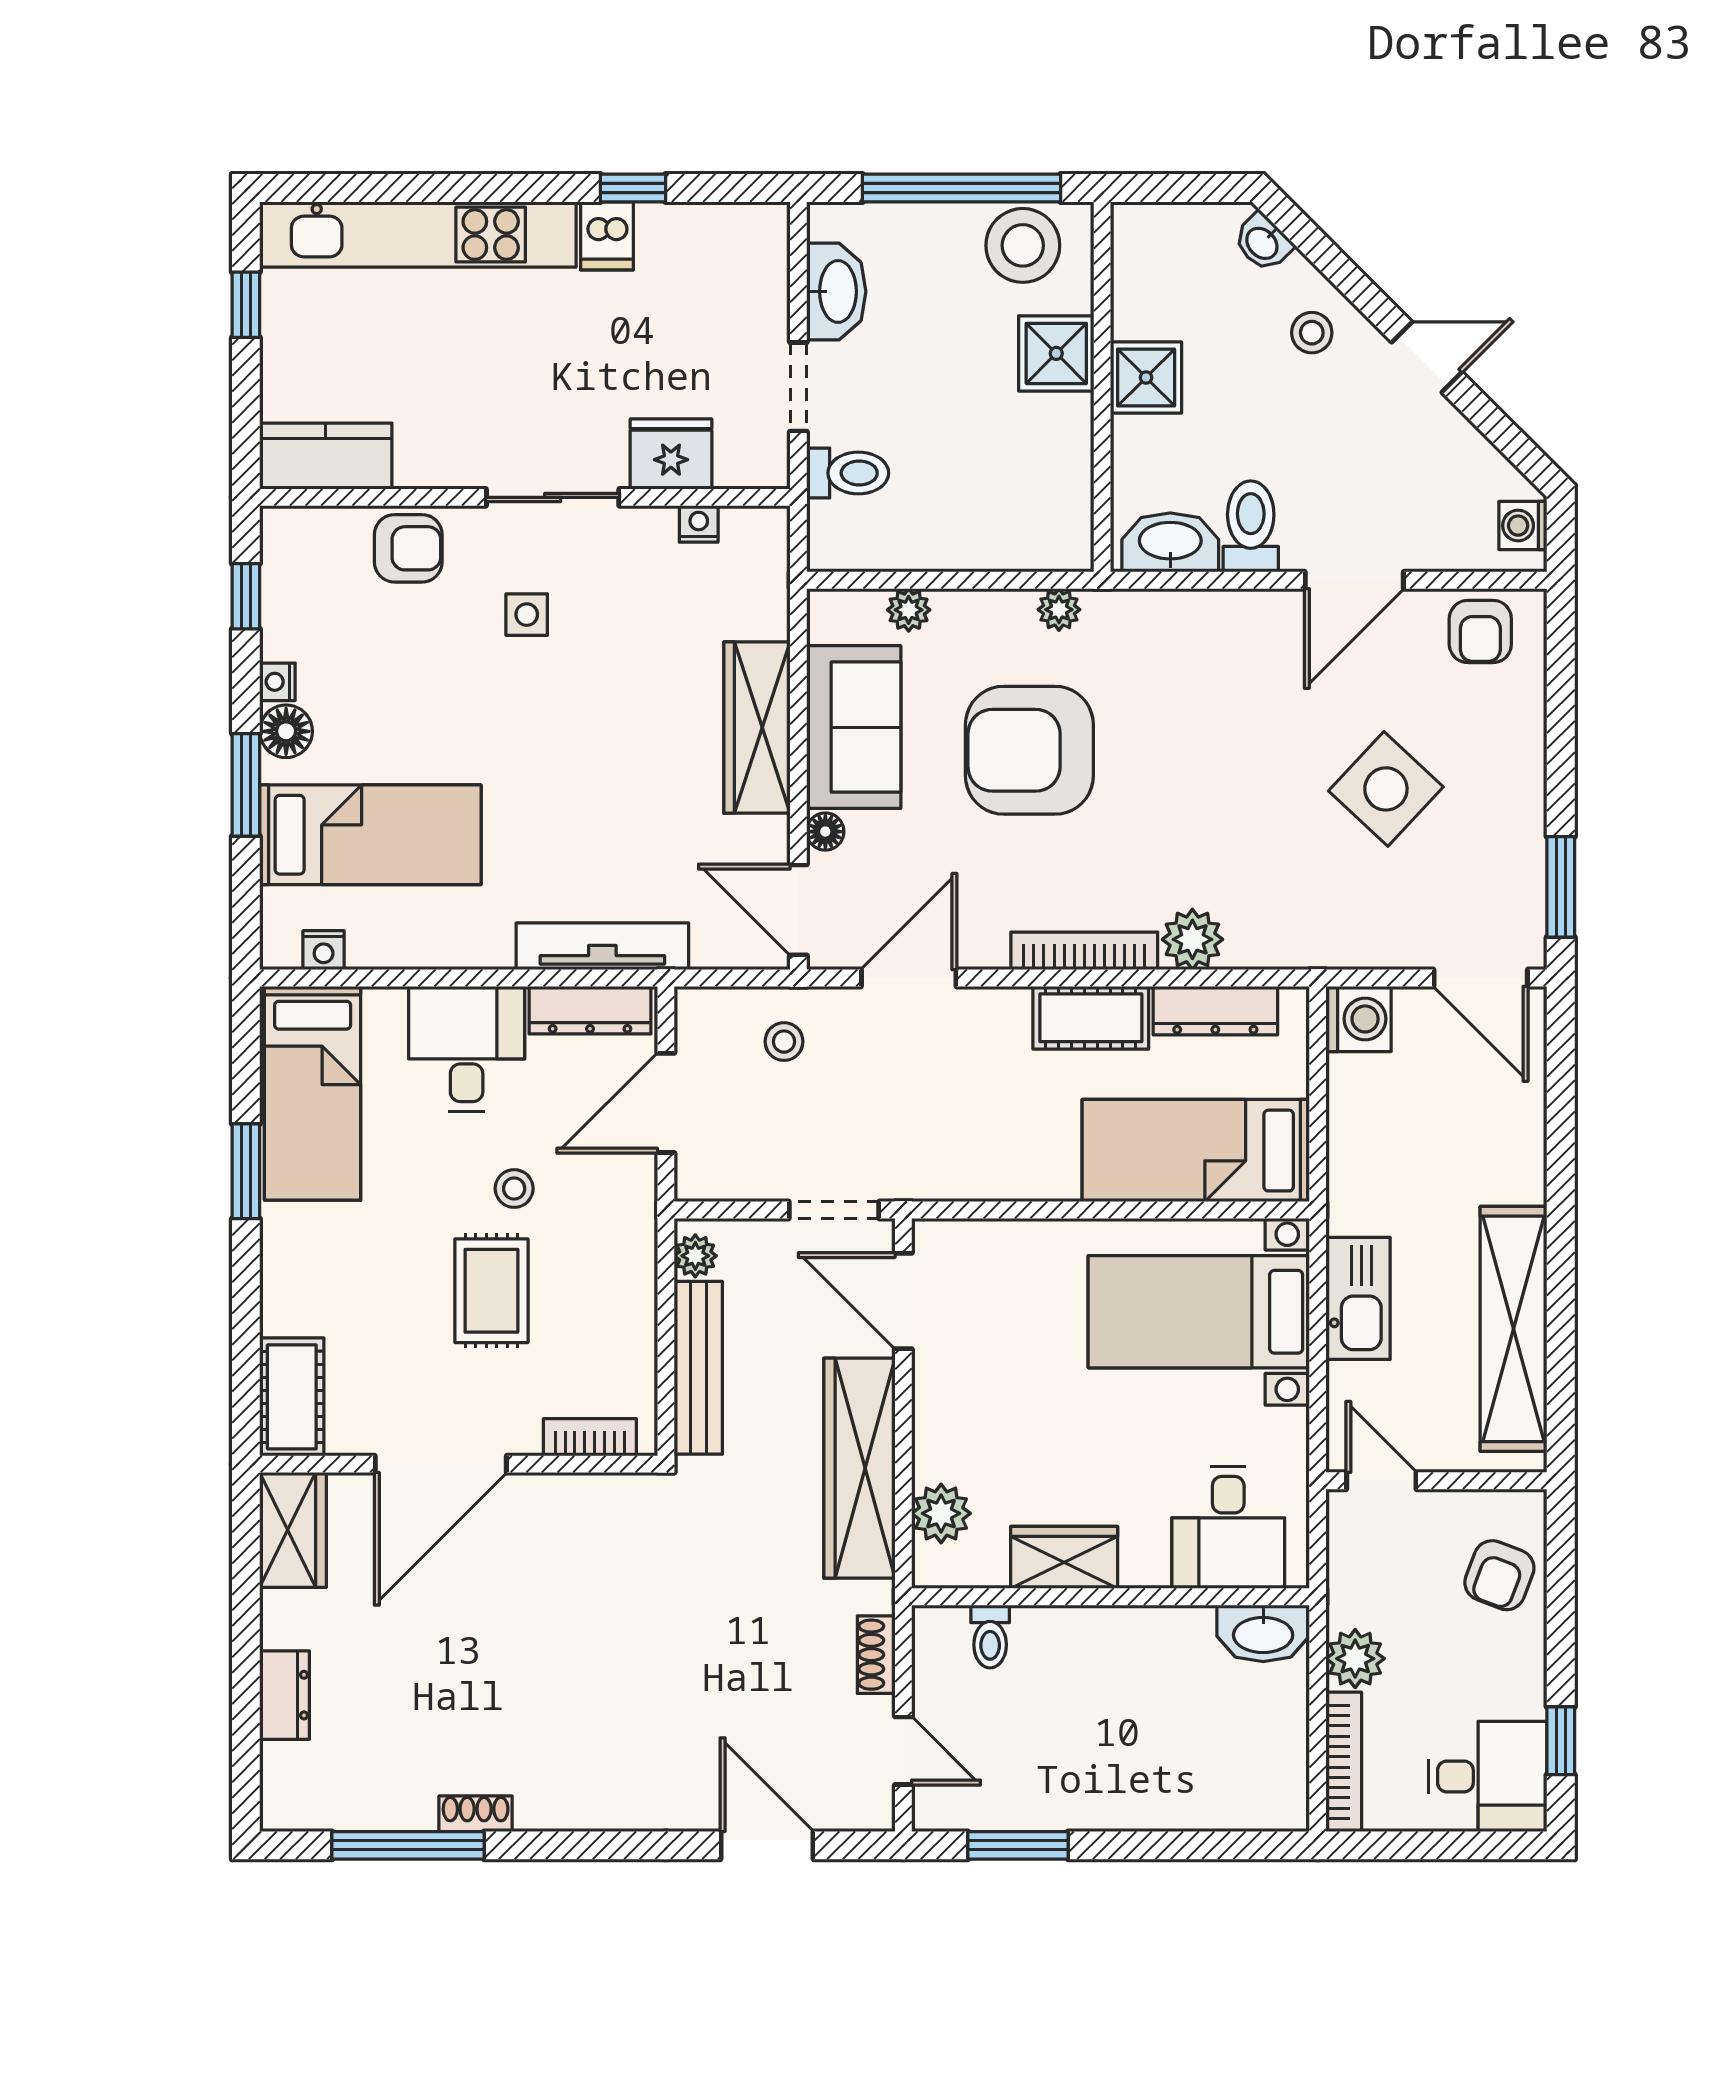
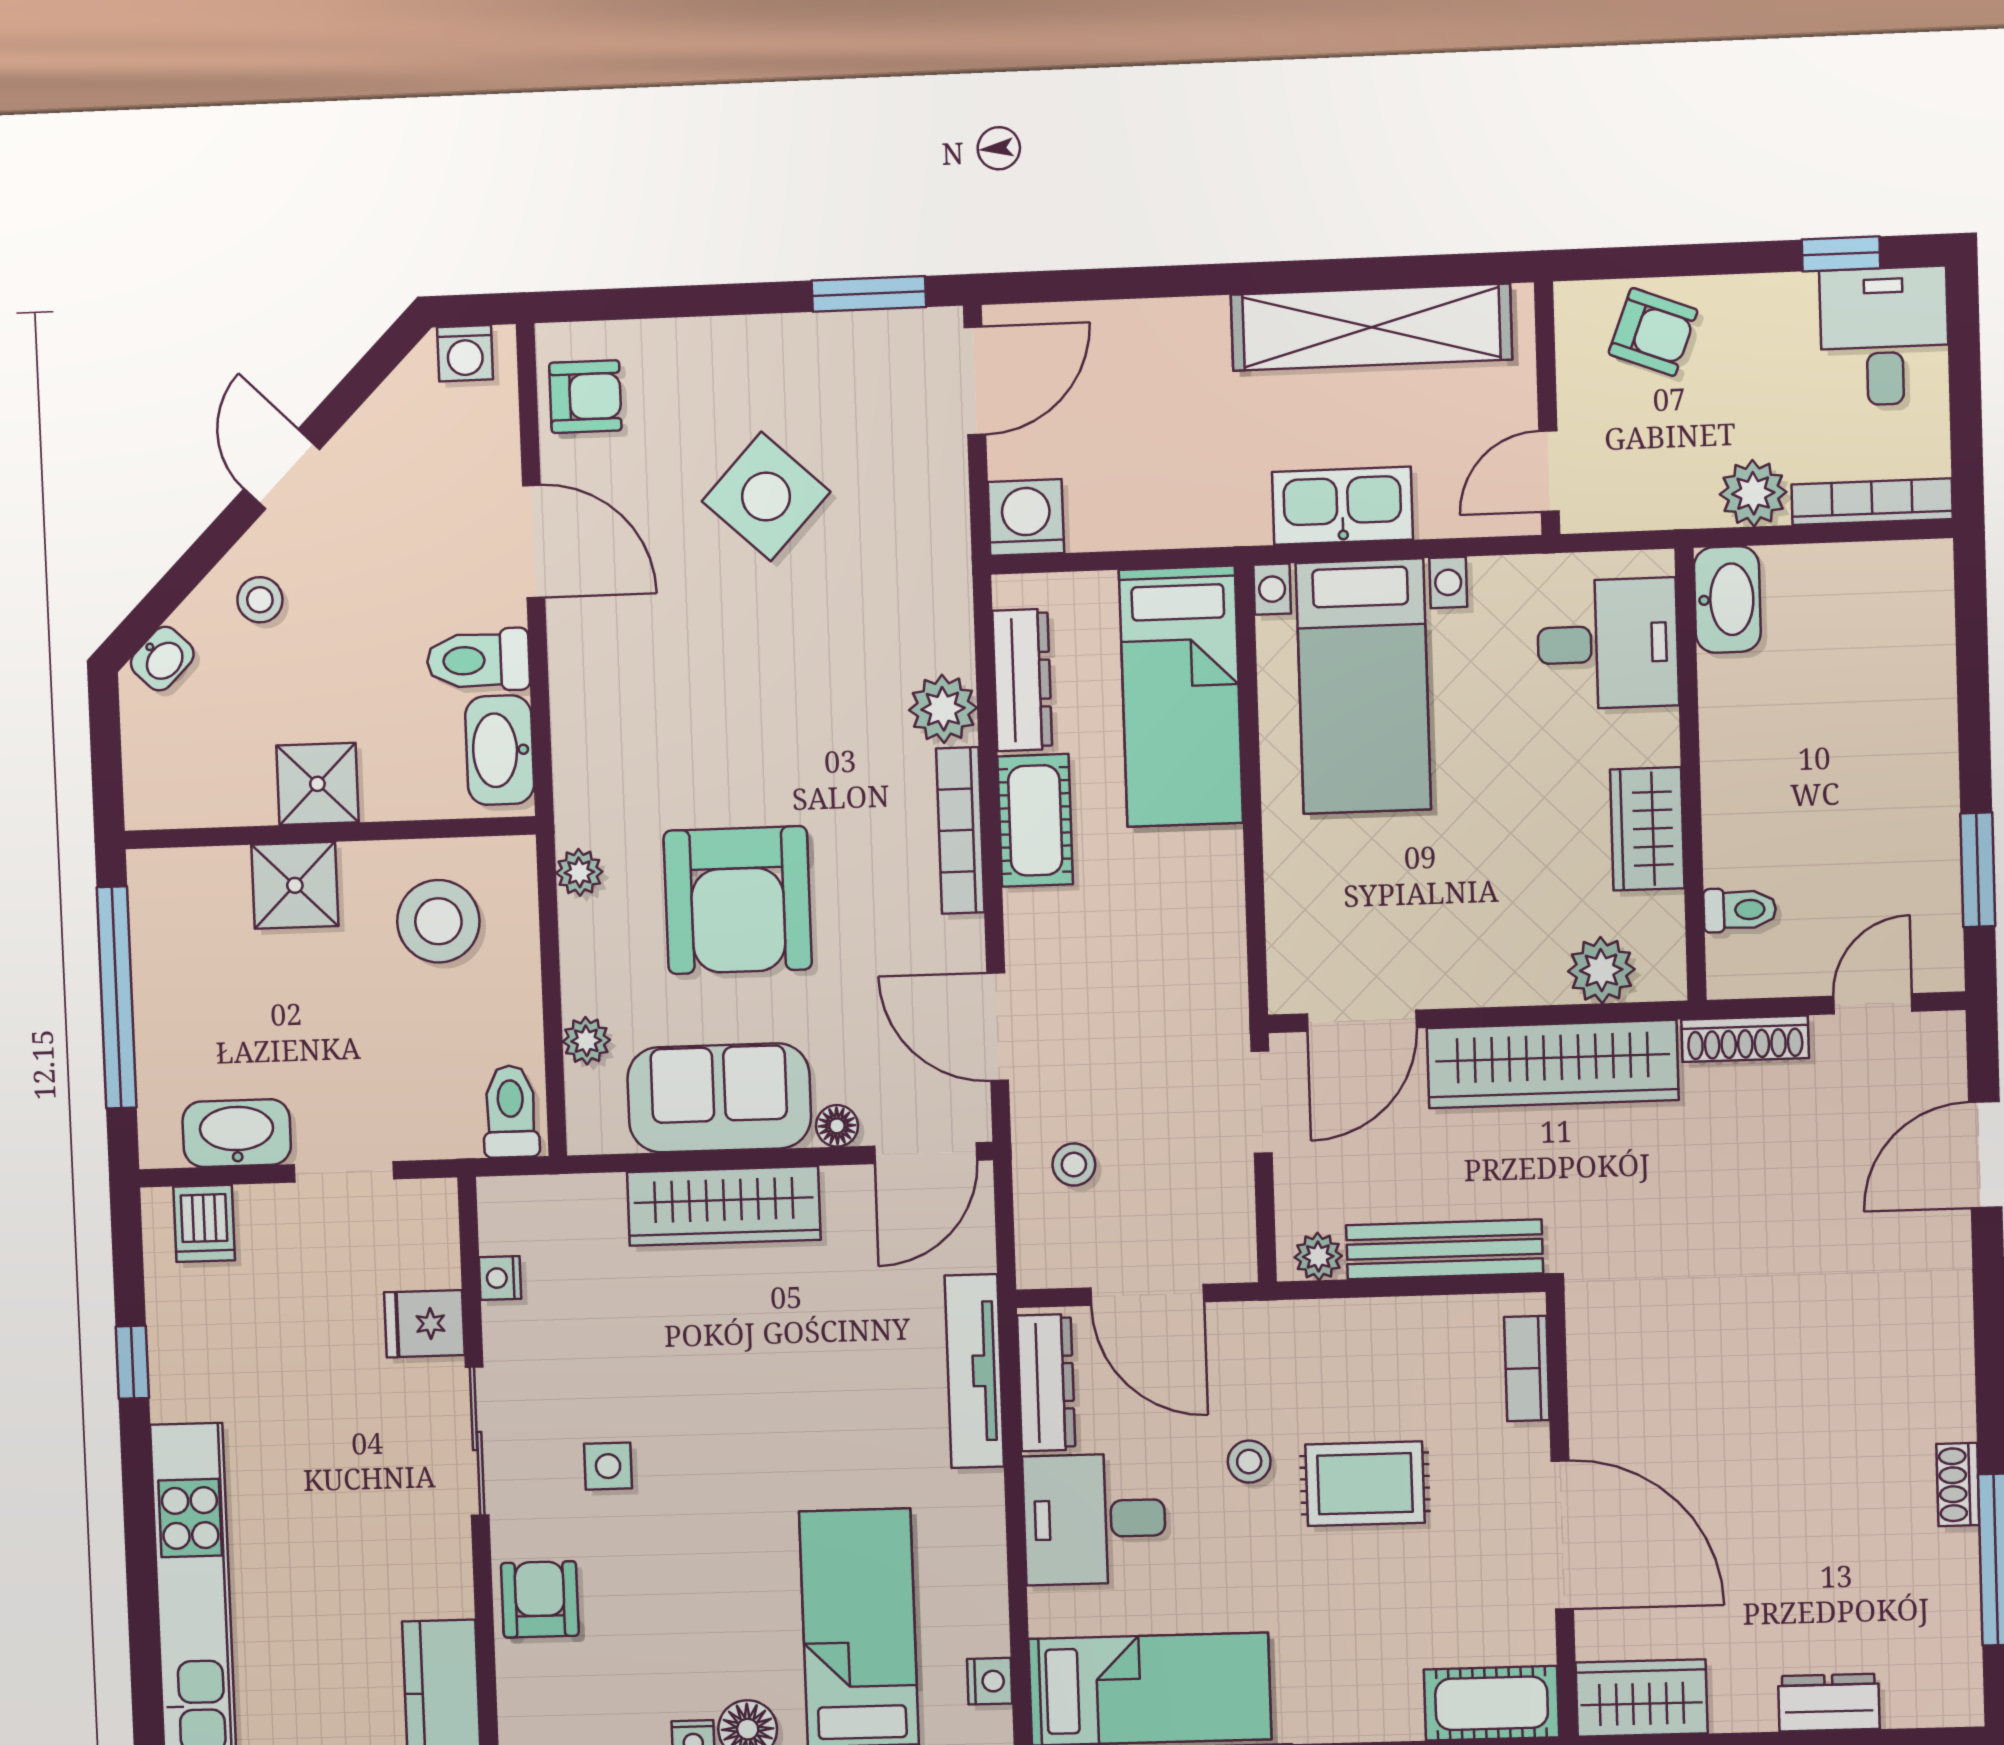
dishwasher: (607, 236) -> (204, 1223), moved, turned 90
stool: (1023, 245) -> (438, 921), moved
fridge: (671, 454) -> (424, 1324), width x0.72
toilet: (848, 473) -> (511, 1111), moved
shoe rack: (876, 1655) -> (1745, 1039), width x1.43

